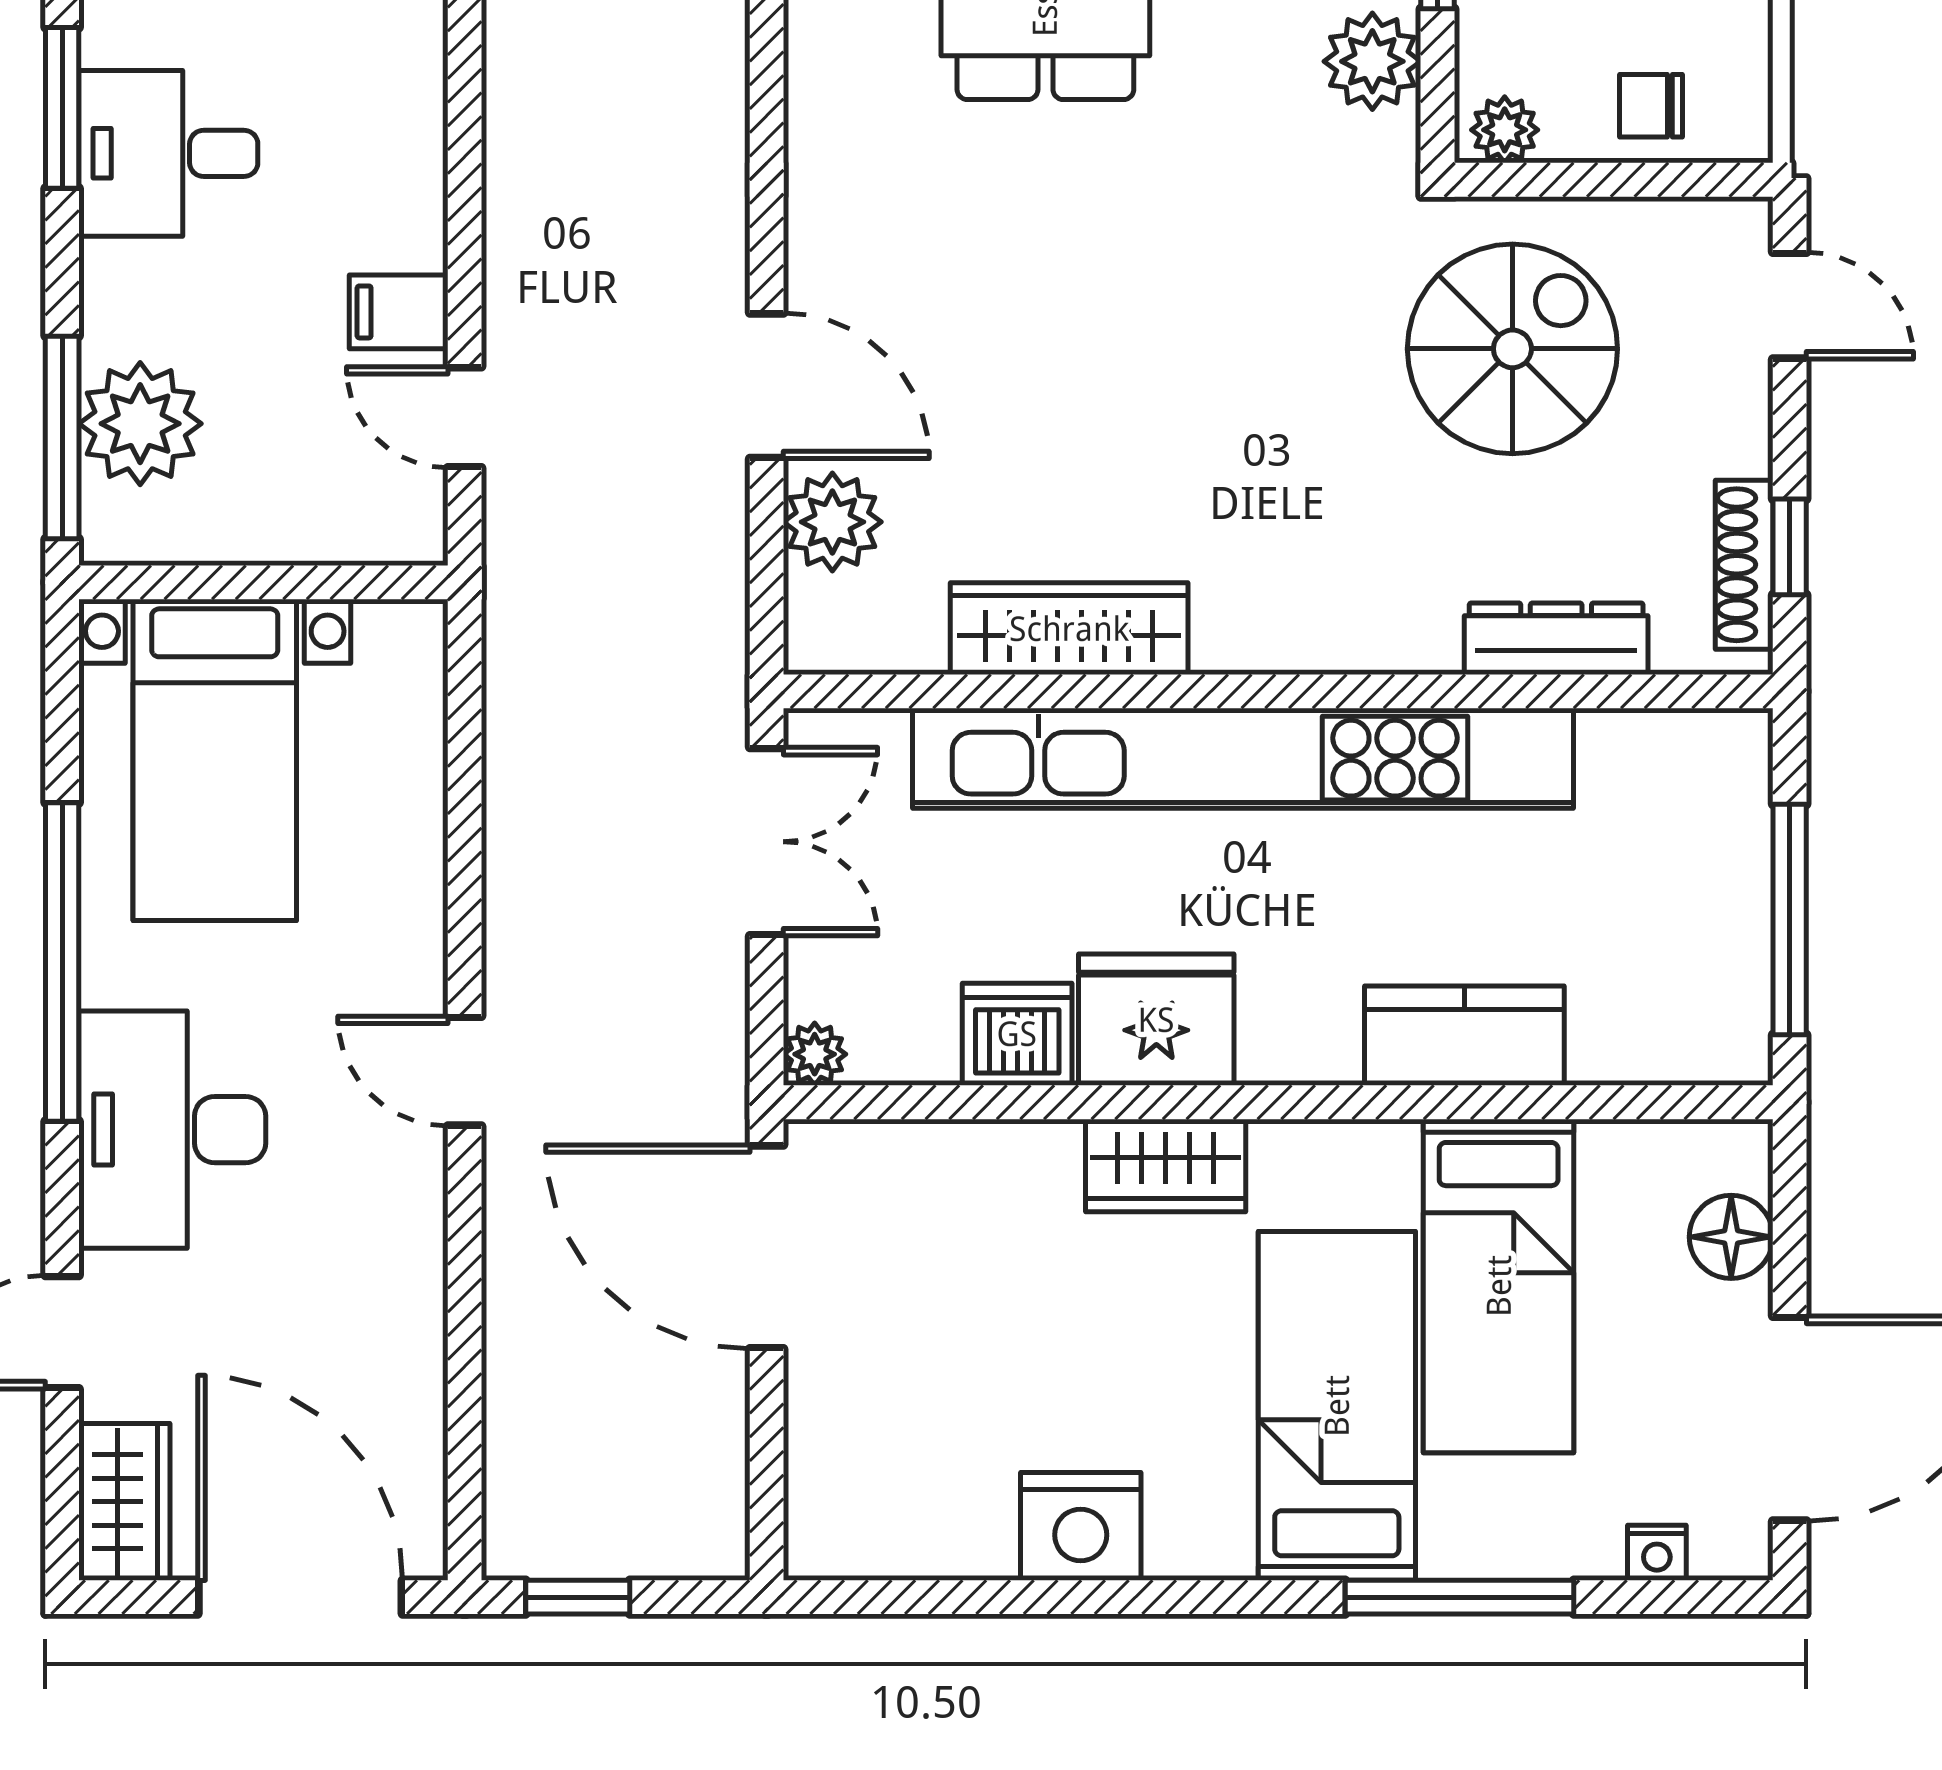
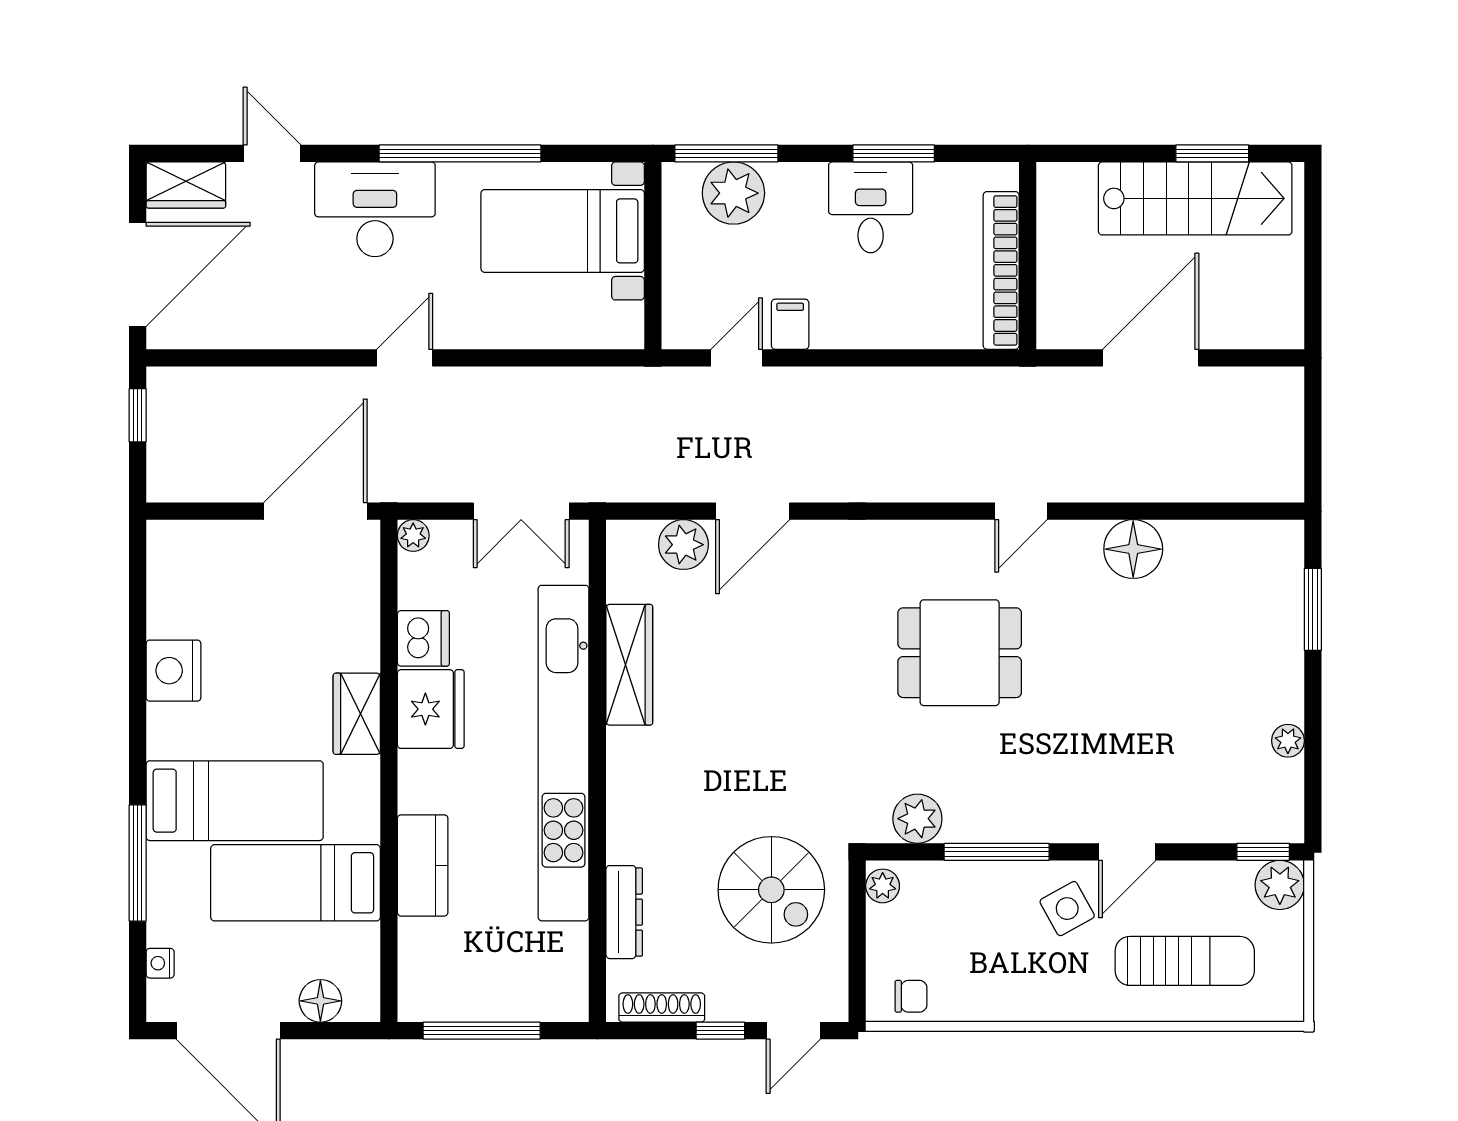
chair: (1651, 106) -> (911, 996), moved, turned 90
window: (1790, 547) -> (720, 1031), moved

